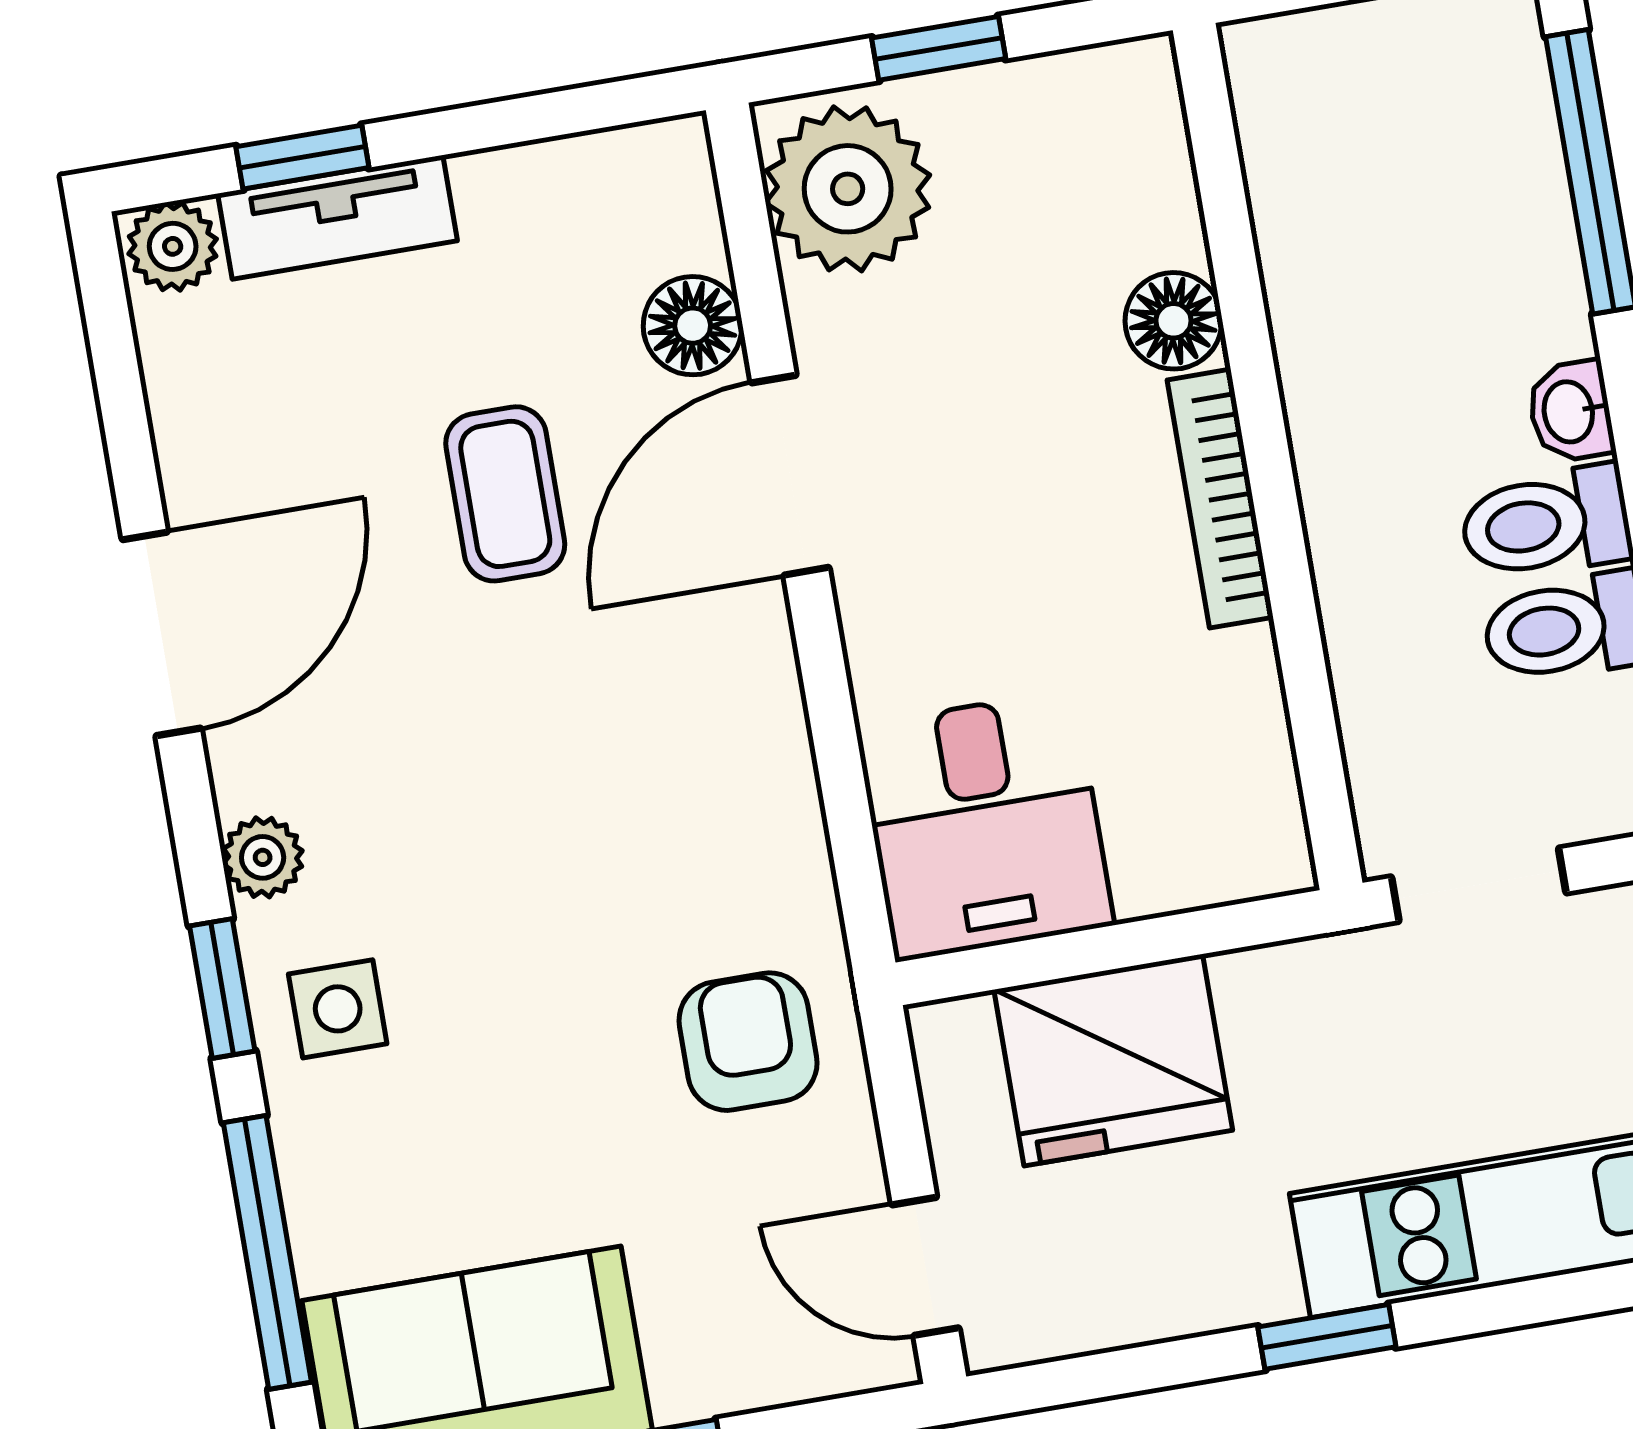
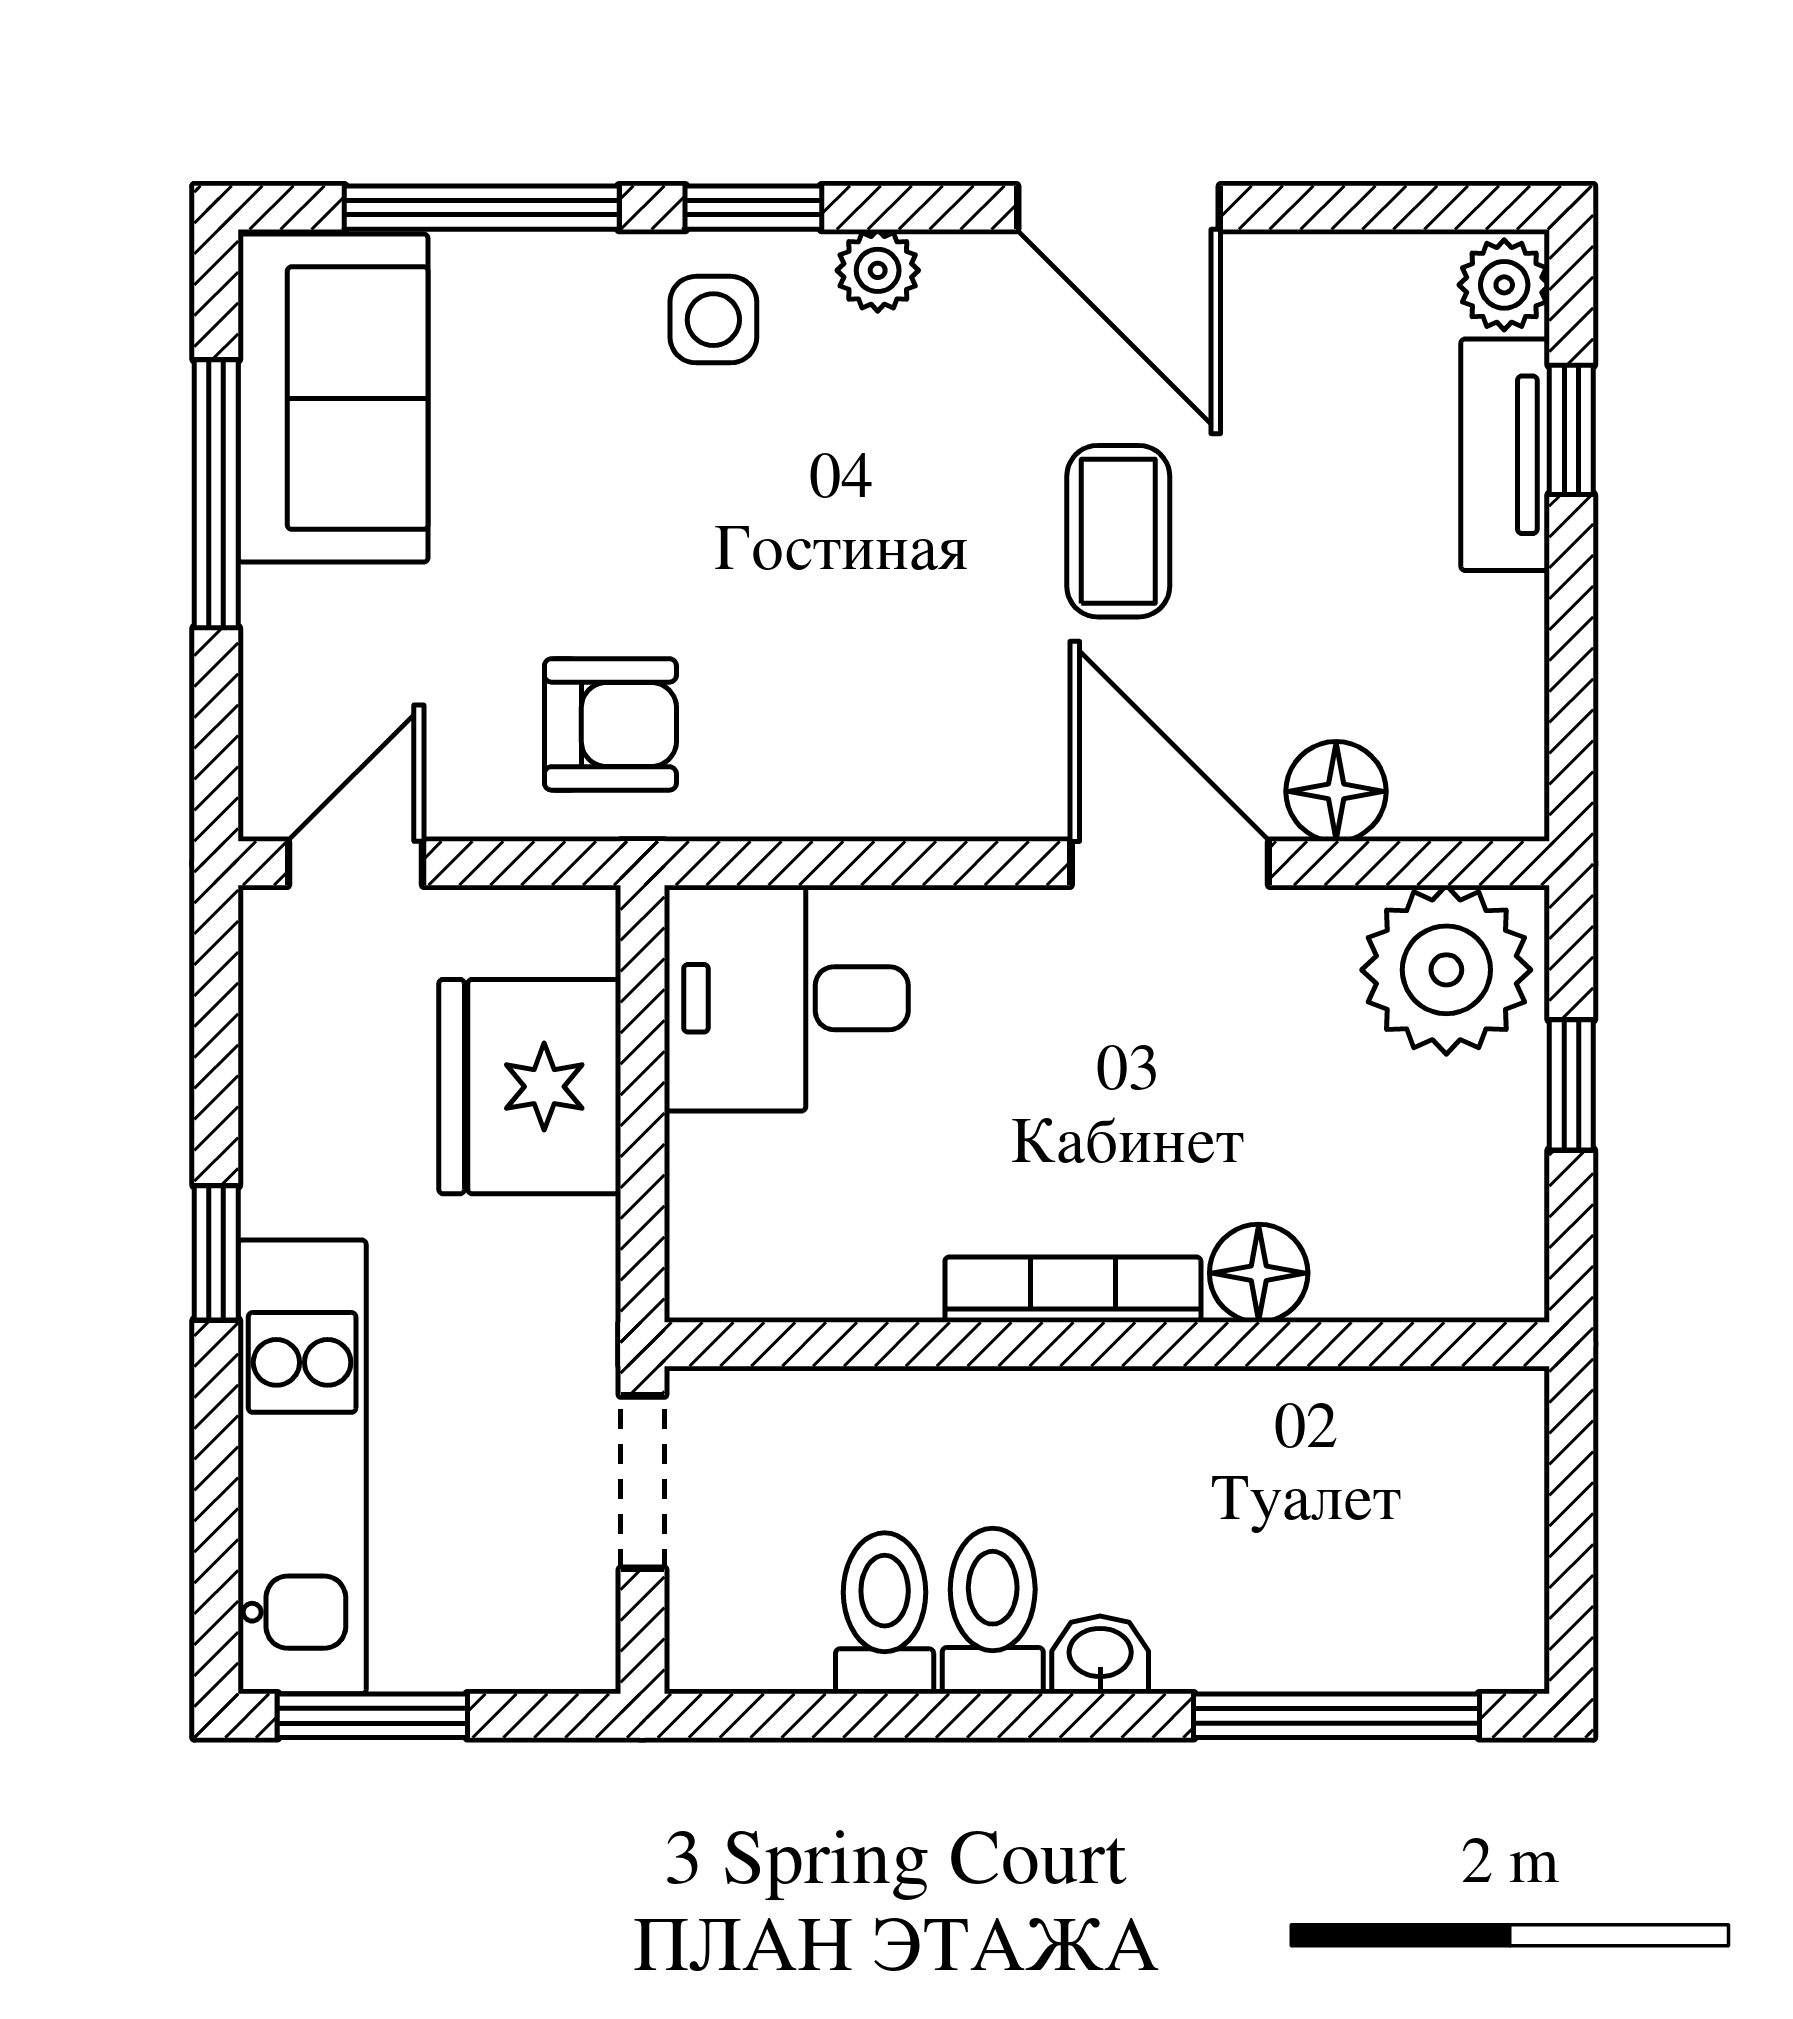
coffee table: (505, 494) -> (1118, 531), moved, turned 90

